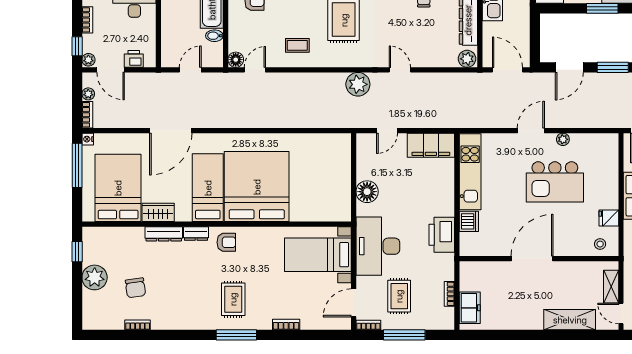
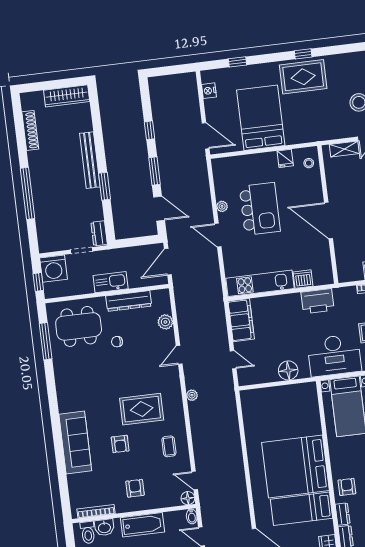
bidet: (214, 36) -> (192, 516), moved
plant: (467, 59) -> (165, 322), moved
plant: (358, 84) -> (192, 395), width x0.53, depth x0.53

